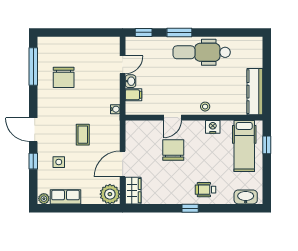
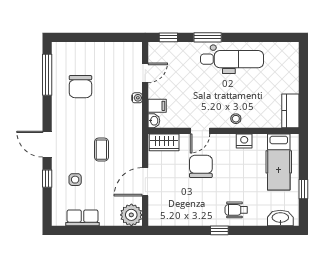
dental chair: (202, 52) -> (232, 59), turned 180
washbasin: (130, 81) -> (154, 121), moved
kitchen counter: (255, 92) -> (290, 111), width x0.67
water cooler: (115, 109) -> (137, 98), moved
window: (267, 145) -> (303, 189), moved
wardrobe: (133, 191) -> (164, 142), moved, turned 90
plant: (44, 199) -> (59, 220), removed

